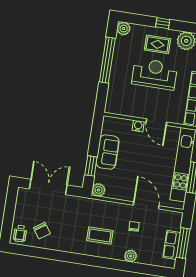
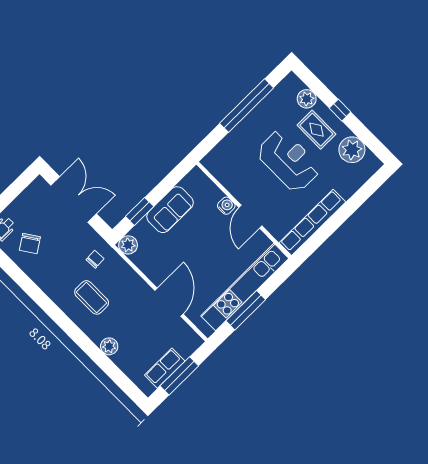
plant: (124, 29) -> (307, 99), moved
chair: (134, 226) -> (95, 259), moved

